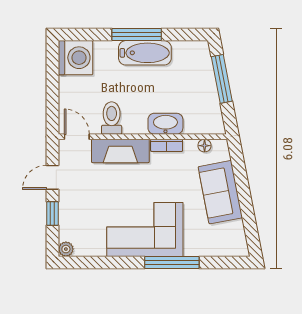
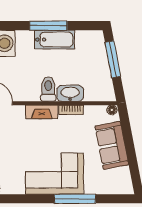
toilet: (112, 118) -> (48, 89), moved
floor lamp: (205, 146) -> (112, 110), moved
fireplace: (120, 151) -> (42, 112), width x0.73, depth x0.76

